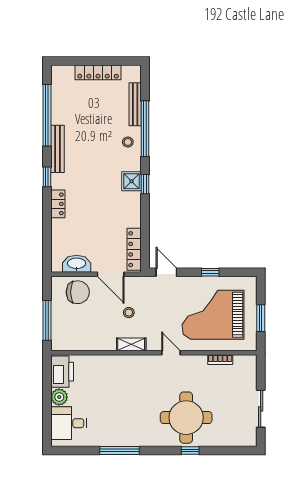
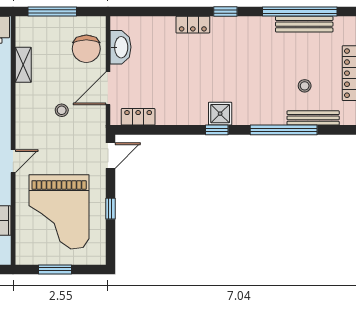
stool: (128, 142) -> (305, 86), moved
bench: (57, 149) -> (304, 24), moved
locker: (134, 249) -> (138, 117), width x0.66
grand piano: (213, 315) -> (59, 212), turned 180
shelving: (131, 344) -> (23, 65), moved

